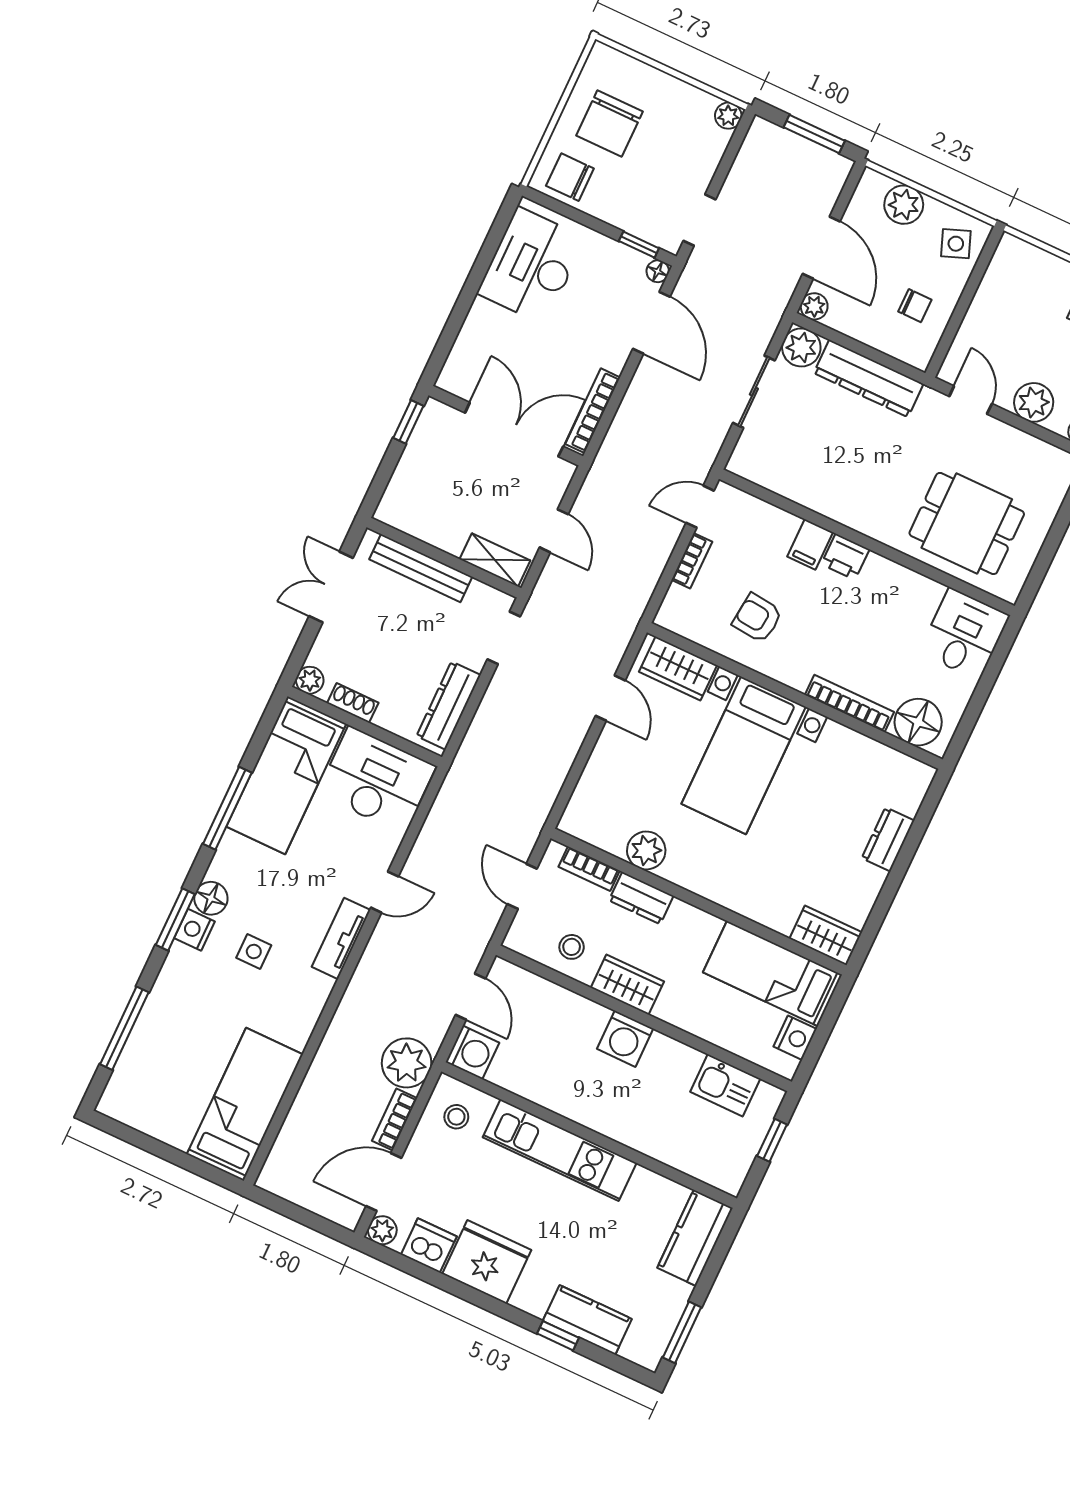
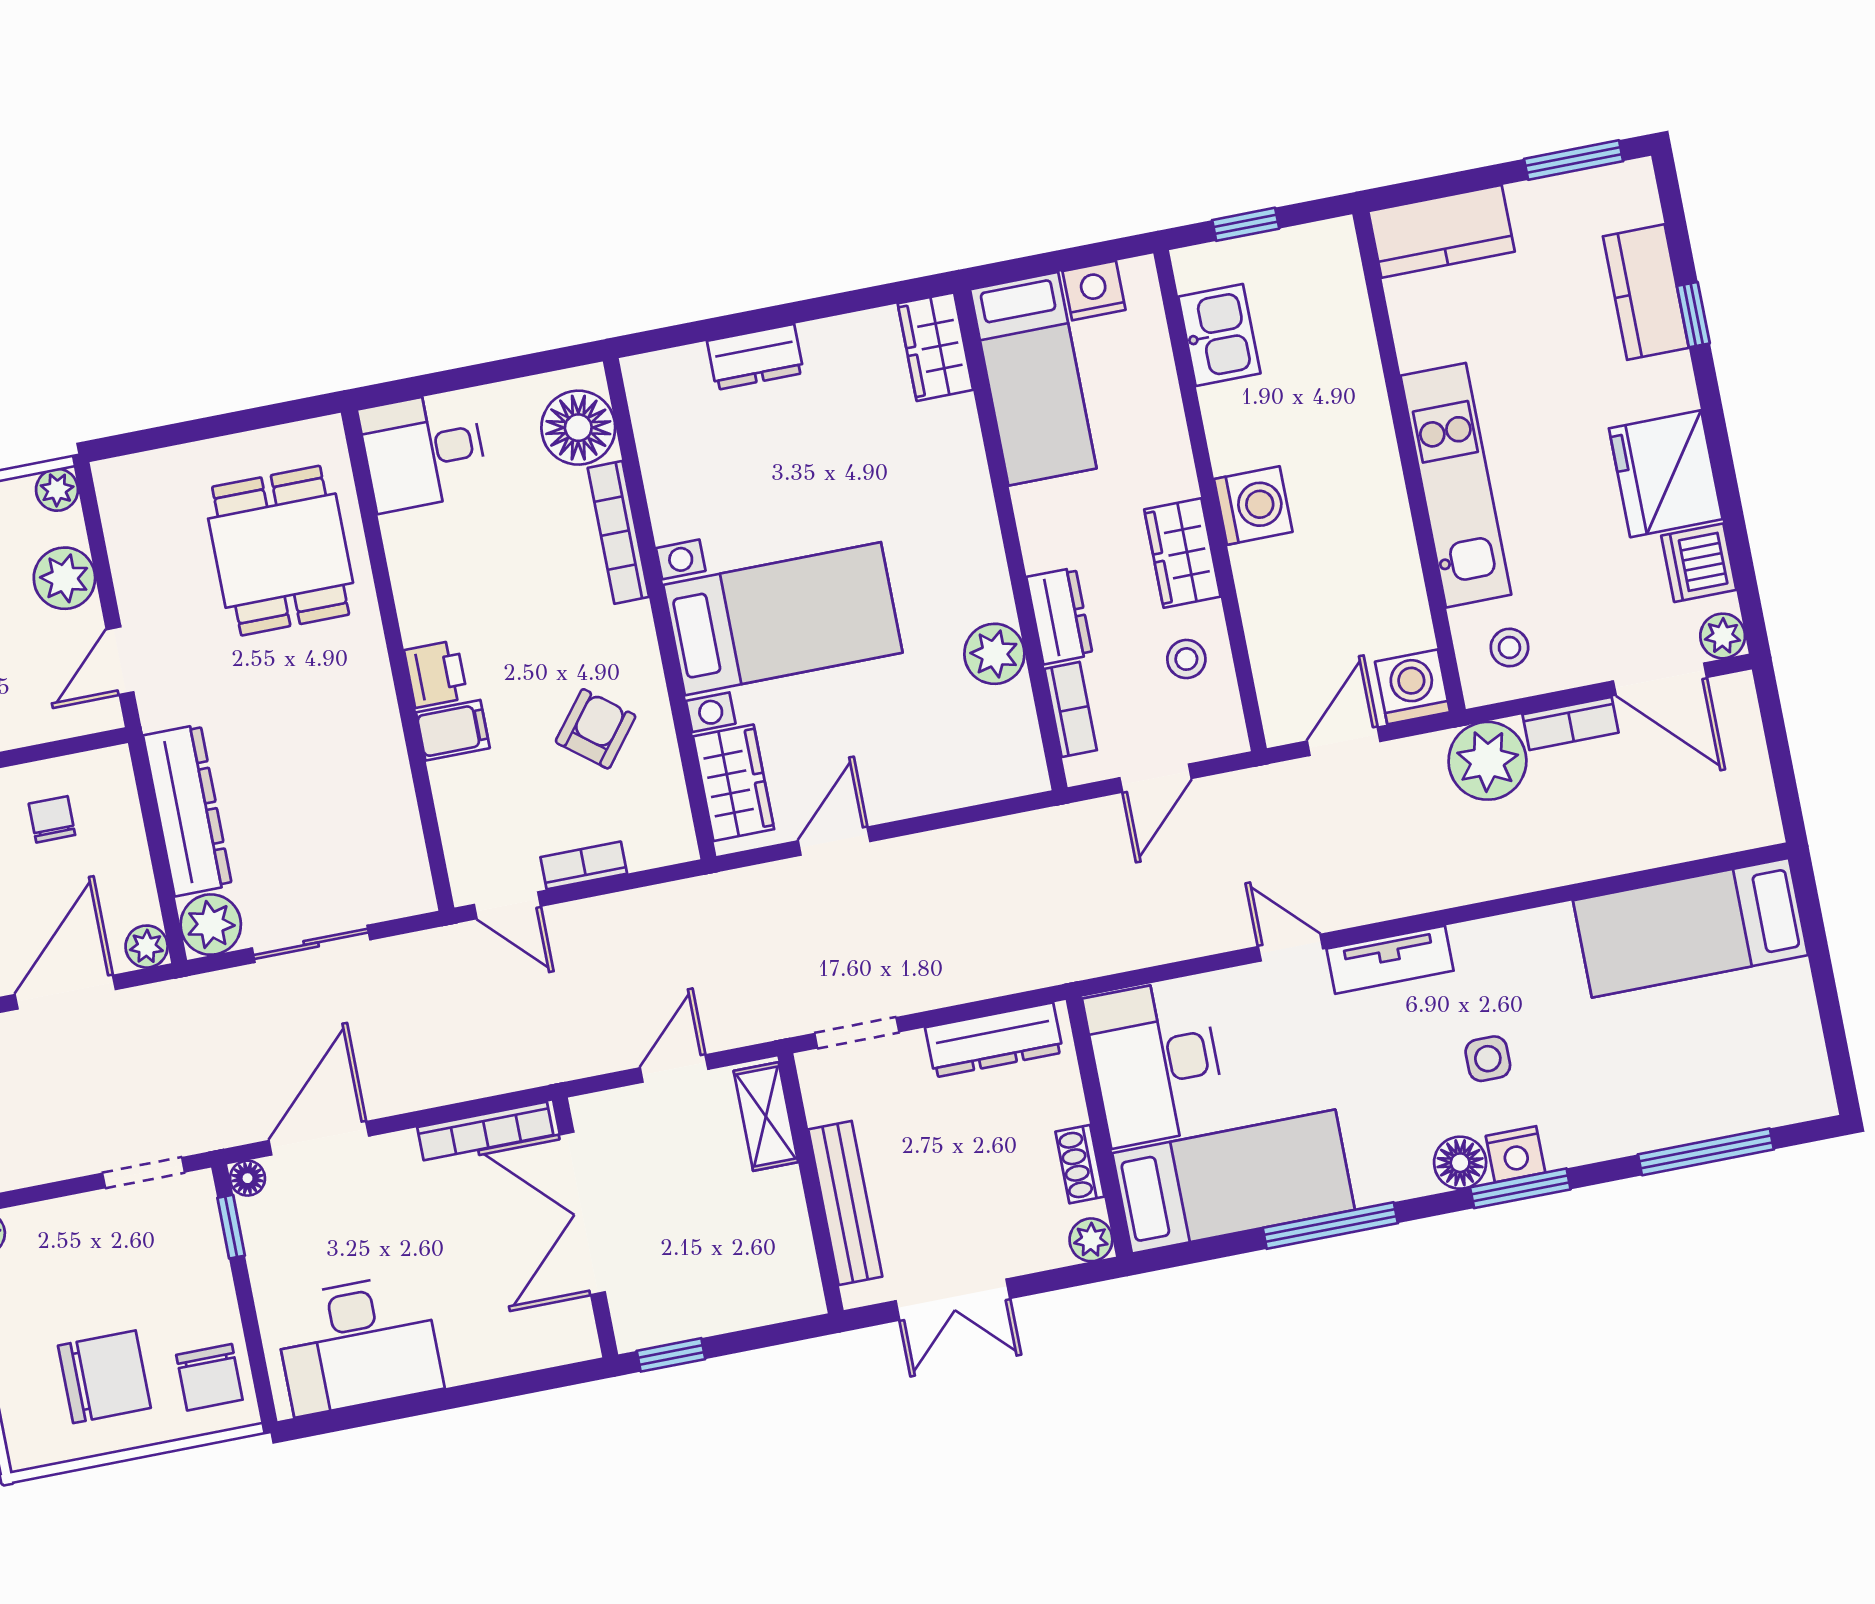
armchair: (757, 618) -> (596, 729), turned -148

